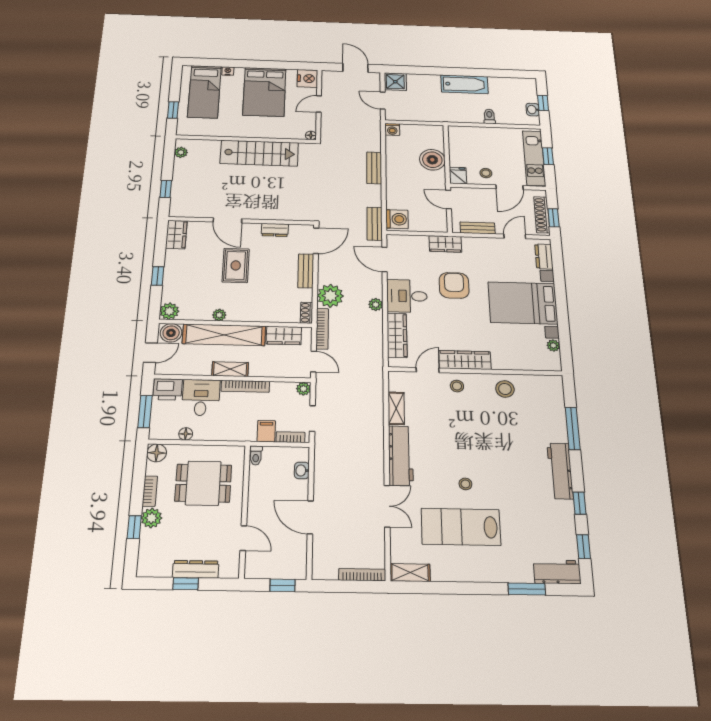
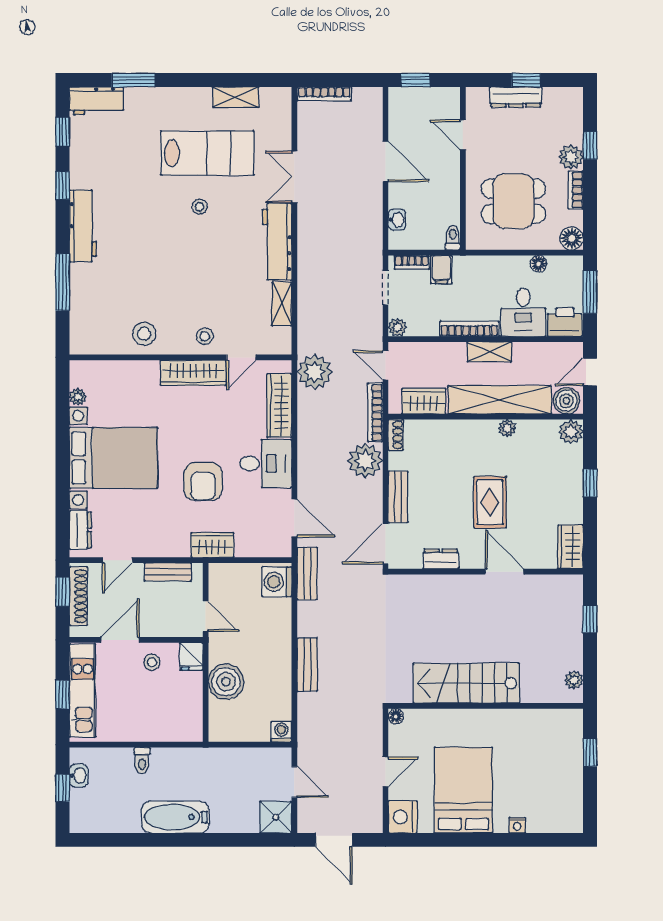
bed: (204, 92) -> (548, 787), removed
plant: (376, 305) -> (315, 372), moved, width x1.87, depth x1.87
shelving: (410, 573) -> (236, 97), moved

